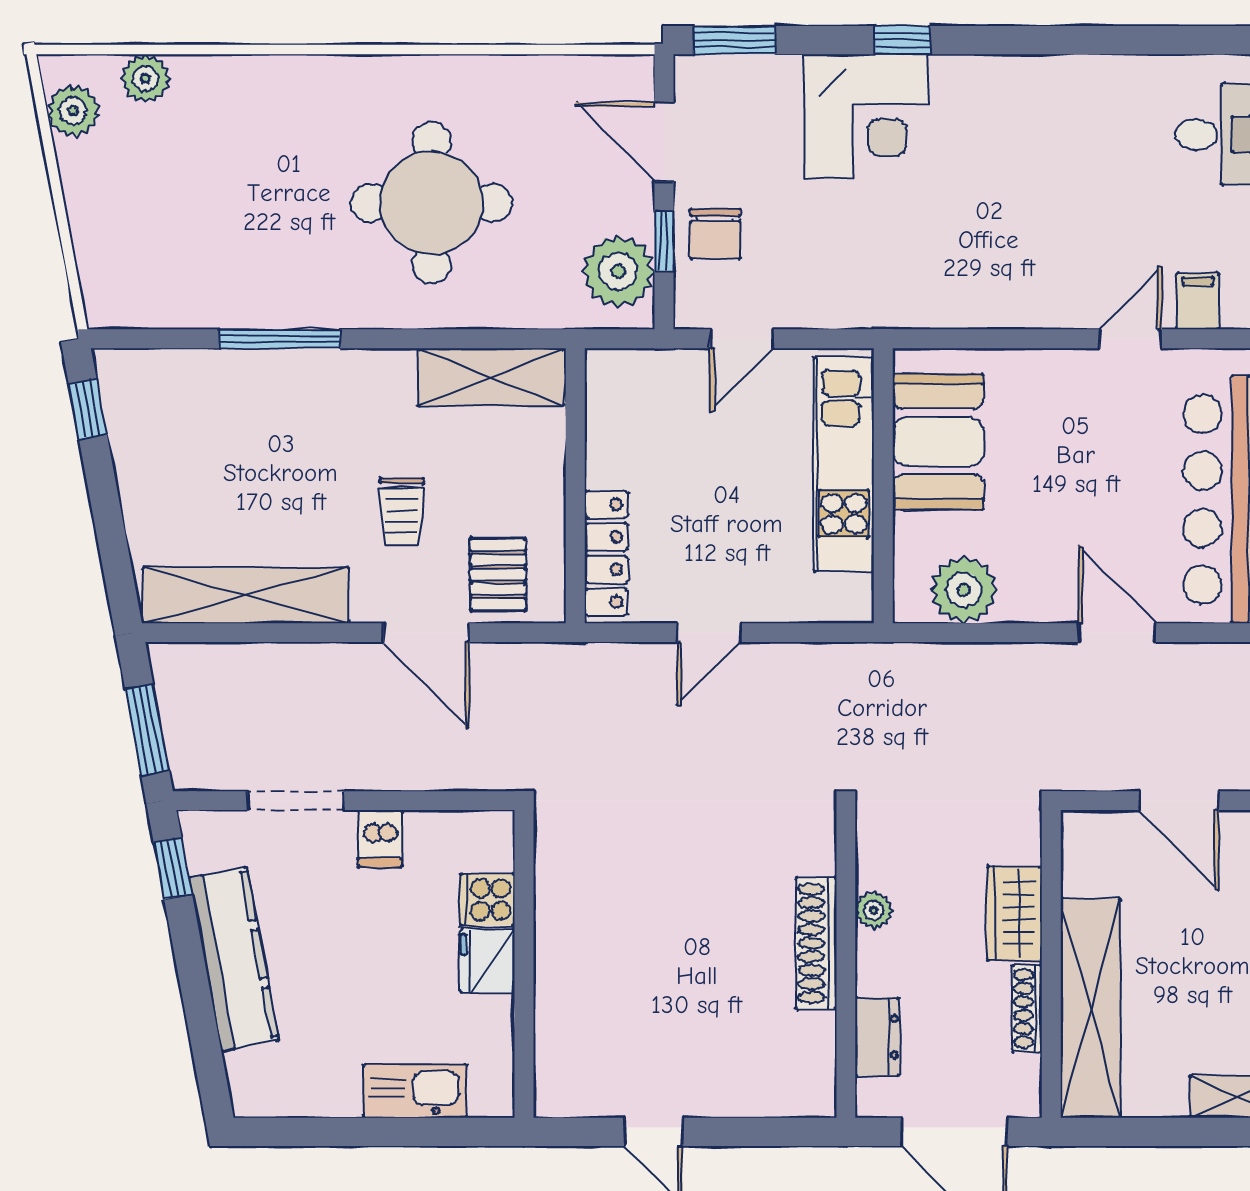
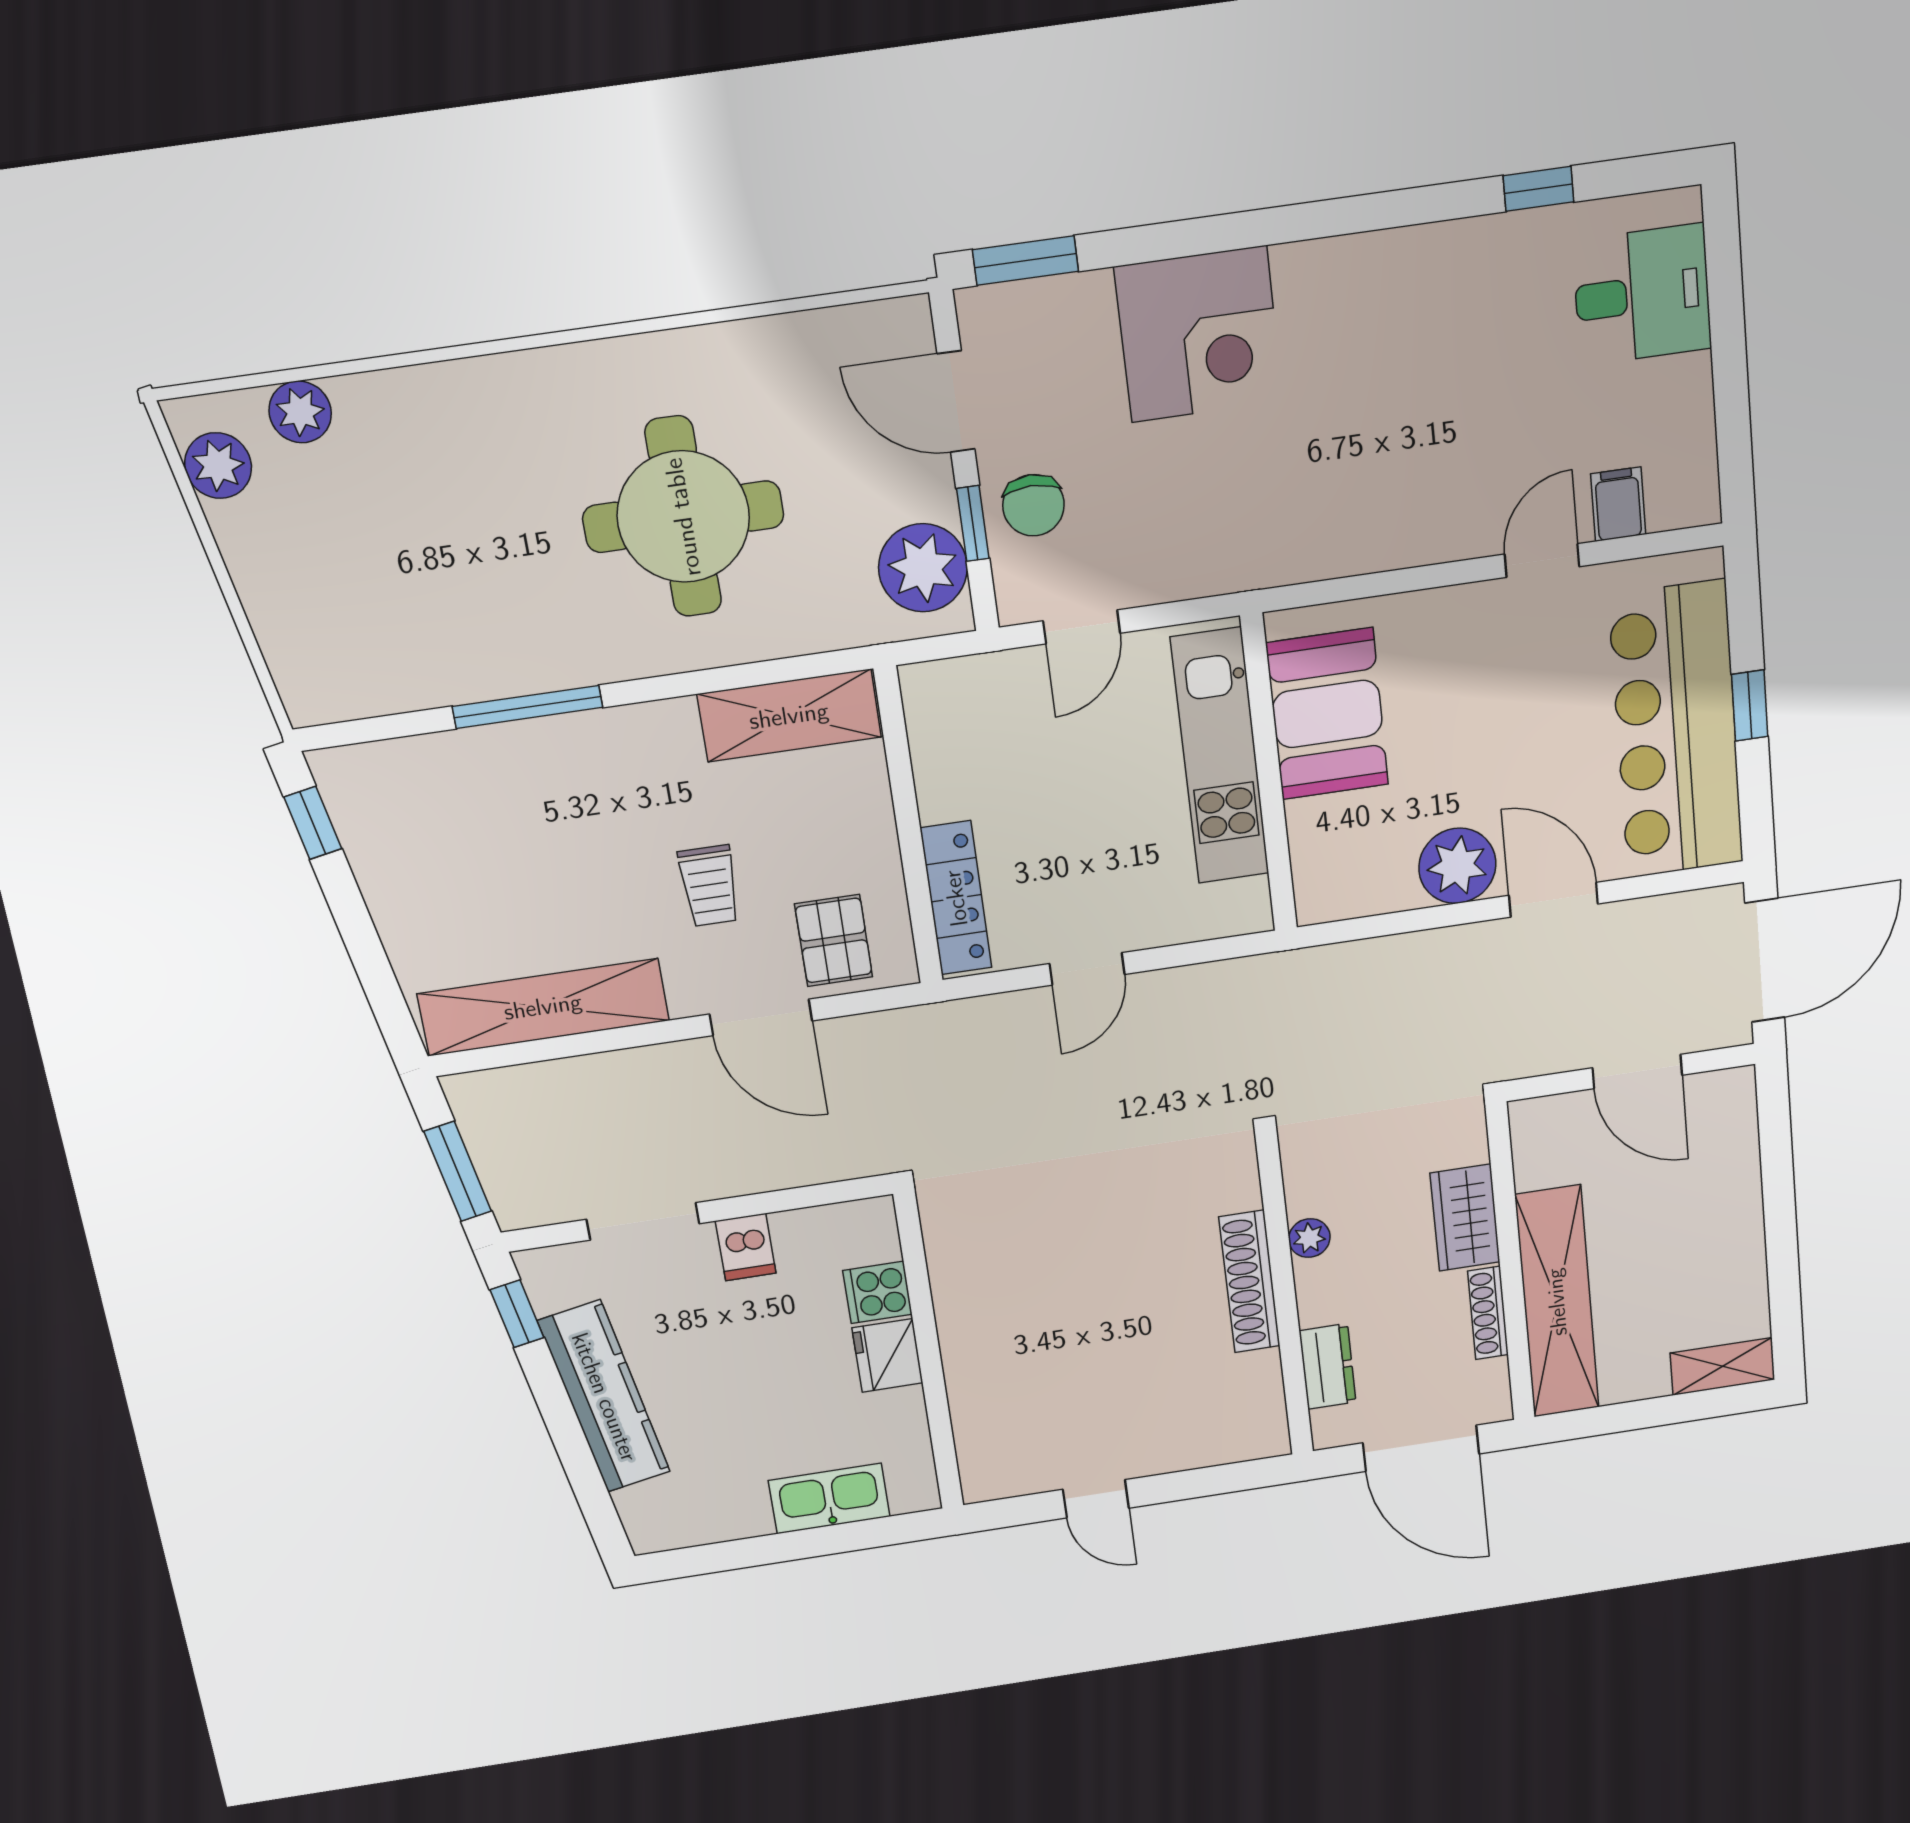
window: (903, 40) -> (1538, 189), moved
plant: (964, 590) -> (1457, 866), moved

